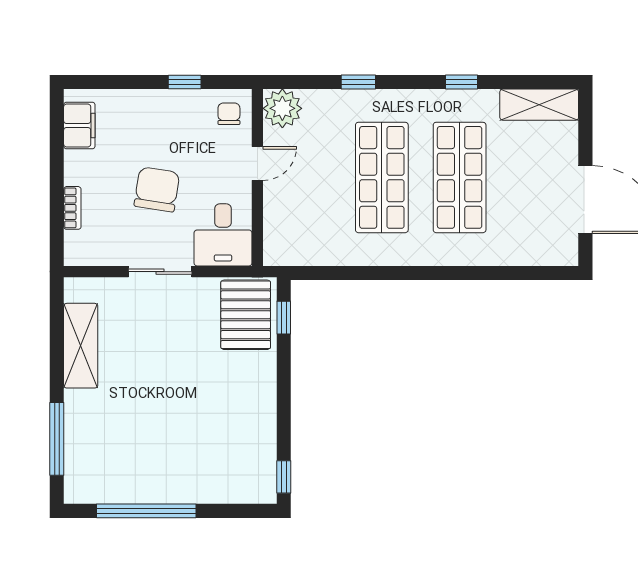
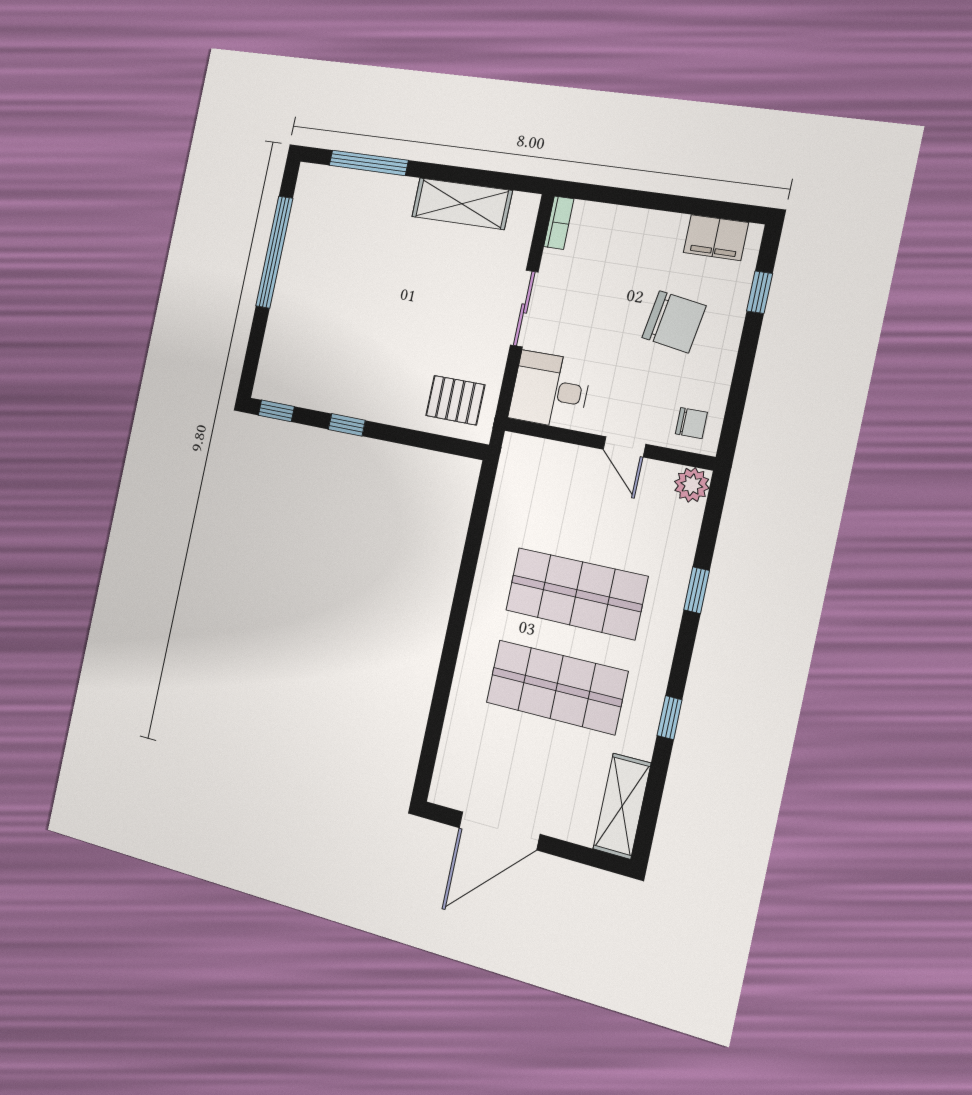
window: (185, 82) -> (760, 292), moved
plant: (282, 108) -> (692, 485), width x0.73, depth x0.73
chair: (157, 189) -> (674, 322), moved
bookcase: (72, 208) -> (559, 223), moved, turned -90
pallet: (246, 315) -> (455, 400), width x0.67, depth x0.71
window: (284, 318) -> (347, 425), moved

